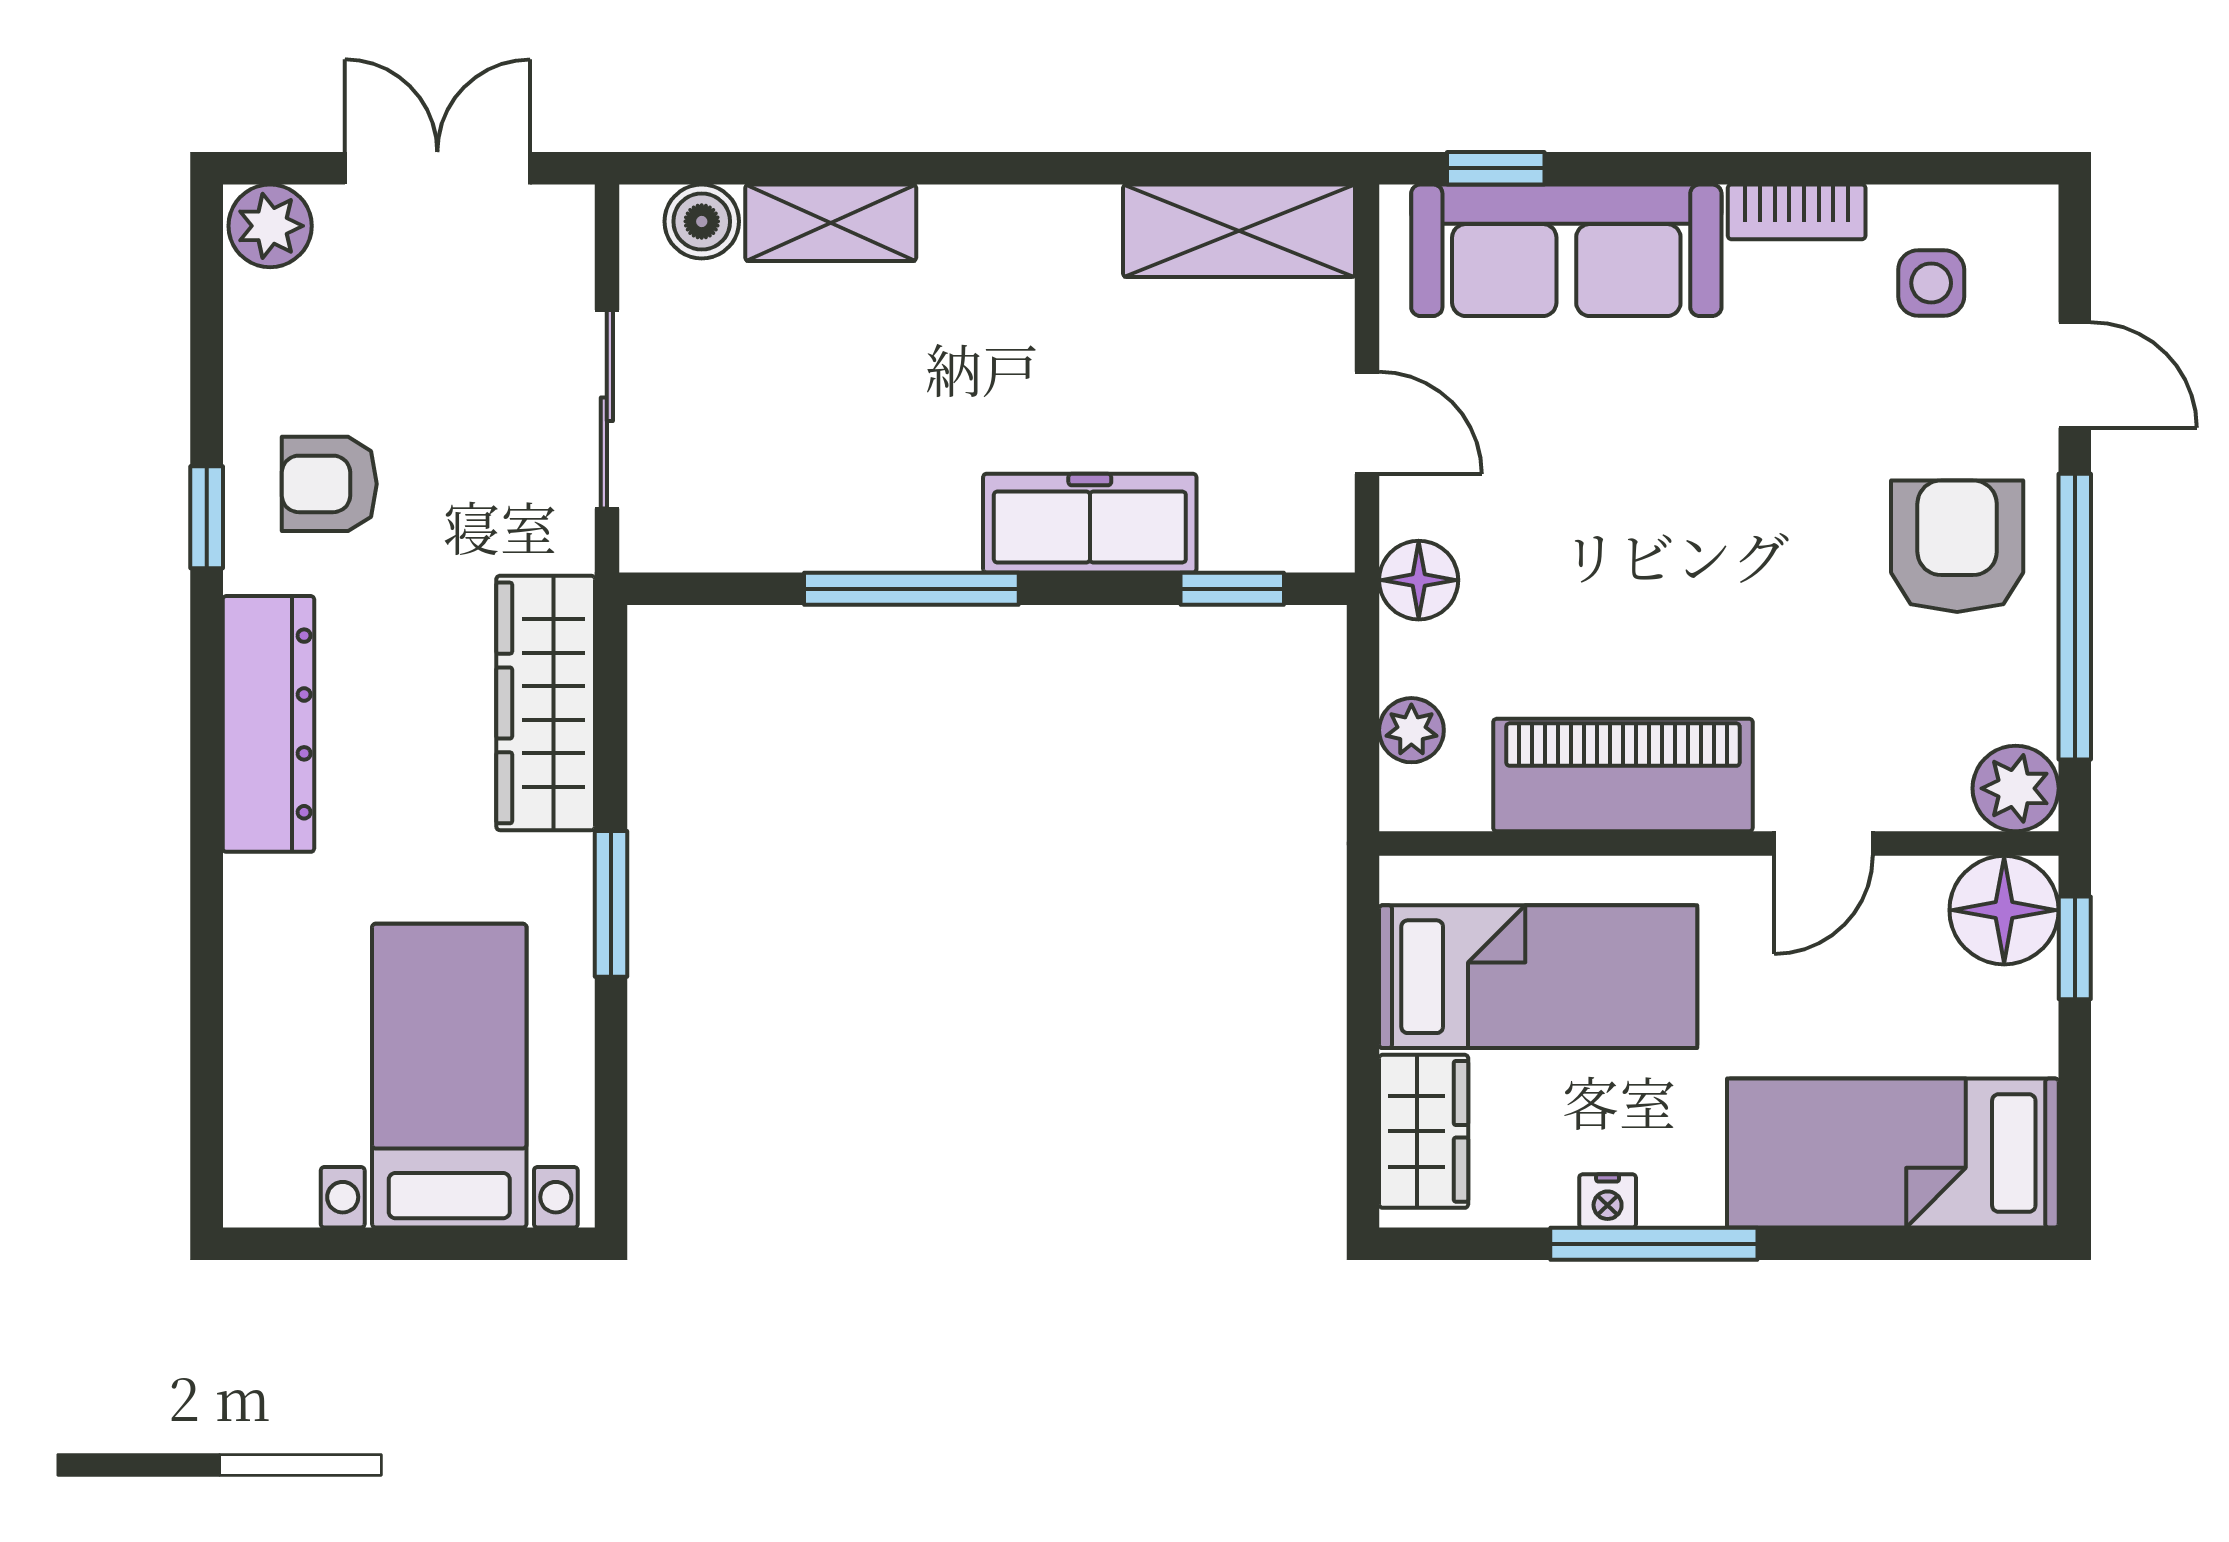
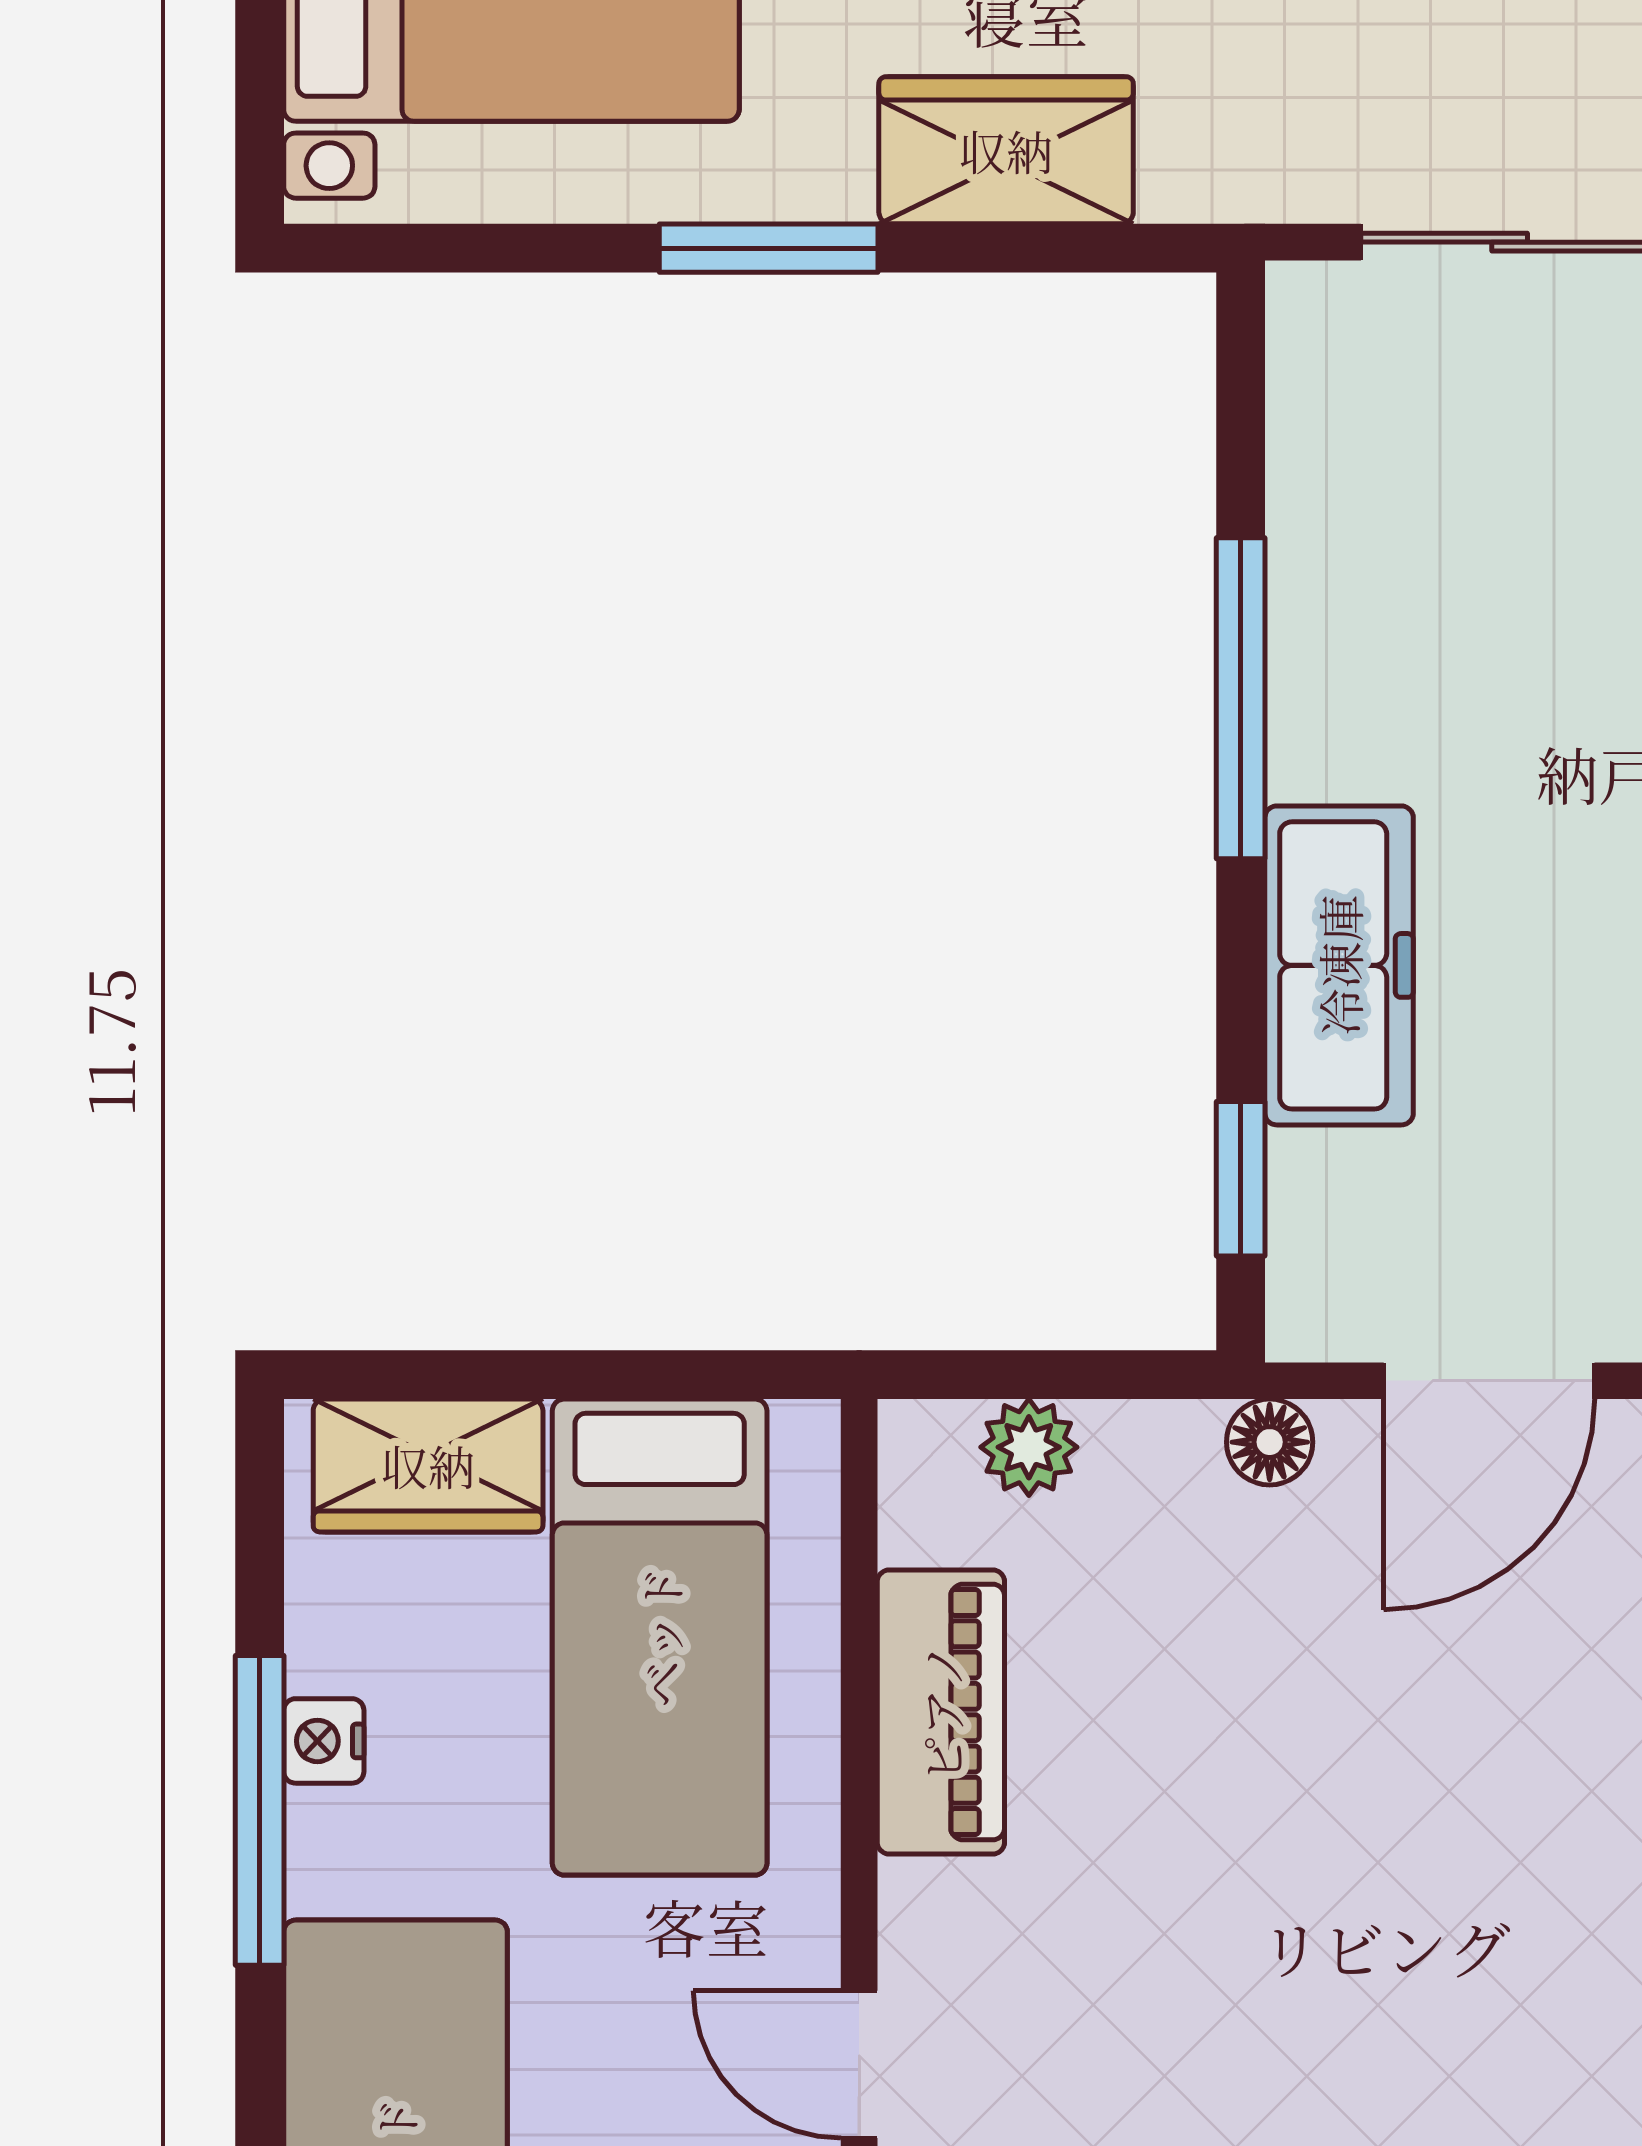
door: (1367, 423) -> (1489, 1381), width x1.38
floor lamp: (1419, 580) -> (1270, 1442), width x0.73, depth x0.73
wardrobe: (546, 703) -> (1006, 150), width x0.67
piano: (1623, 775) -> (941, 1712), width x0.73, depth x0.75

